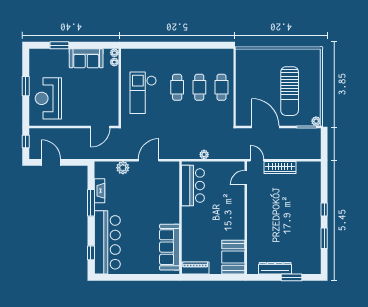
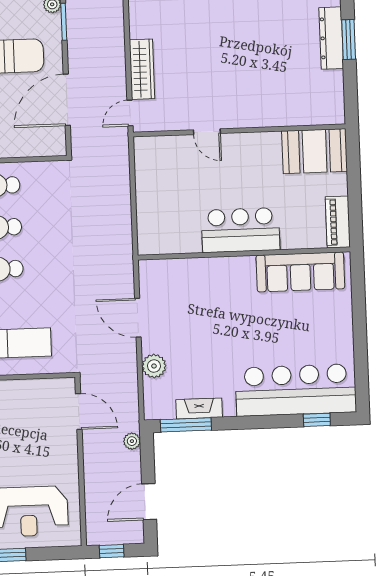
plant: (204, 155) -> (132, 441), moved
door: (246, 178) -> (207, 132), moved
bar counter: (193, 186) -> (241, 230), moved
window: (91, 203) -> (186, 425), moved
dresser: (275, 268) -> (331, 38), moved

